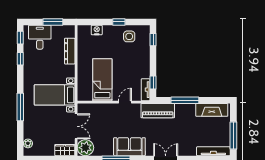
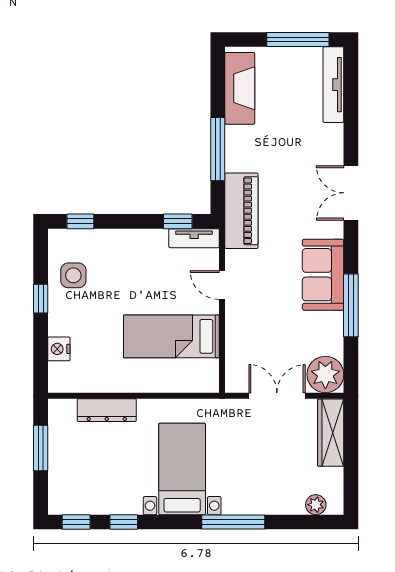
desk: (40, 37) -> (75, 478), removed
bed with nightstands: (55, 95) -> (182, 469), moved, turned 180
wardrobe: (65, 150) -> (331, 433), width x1.50

